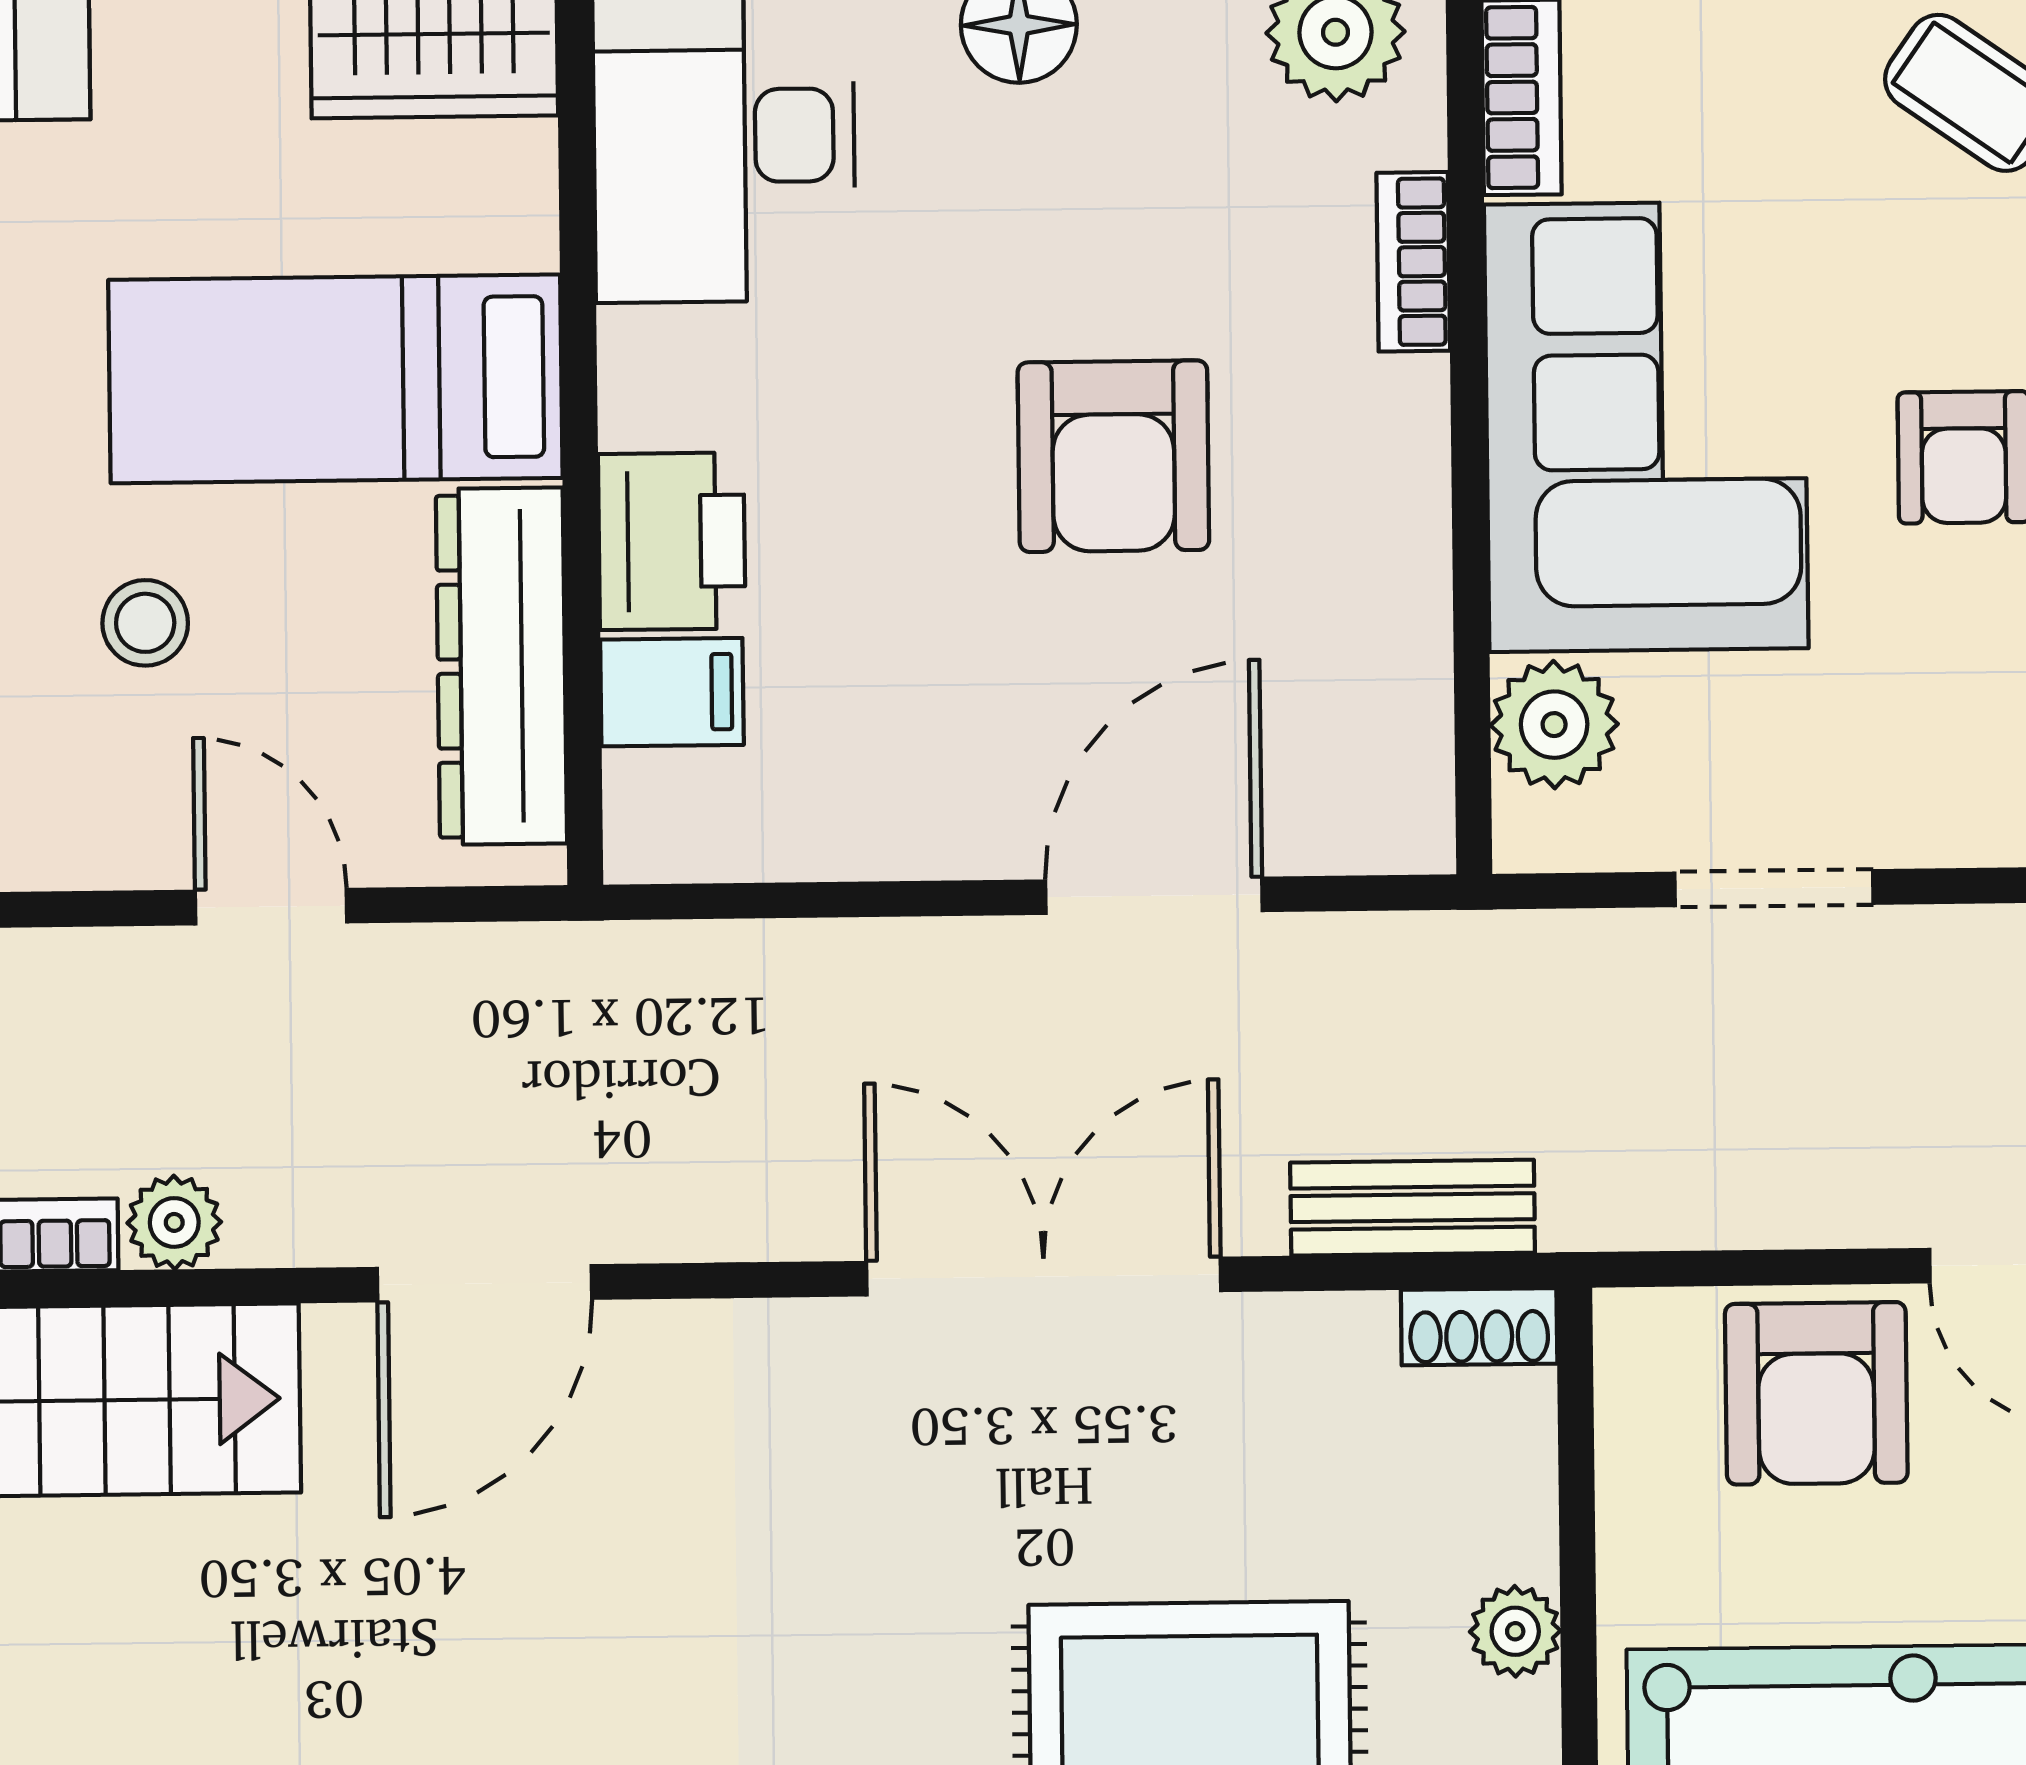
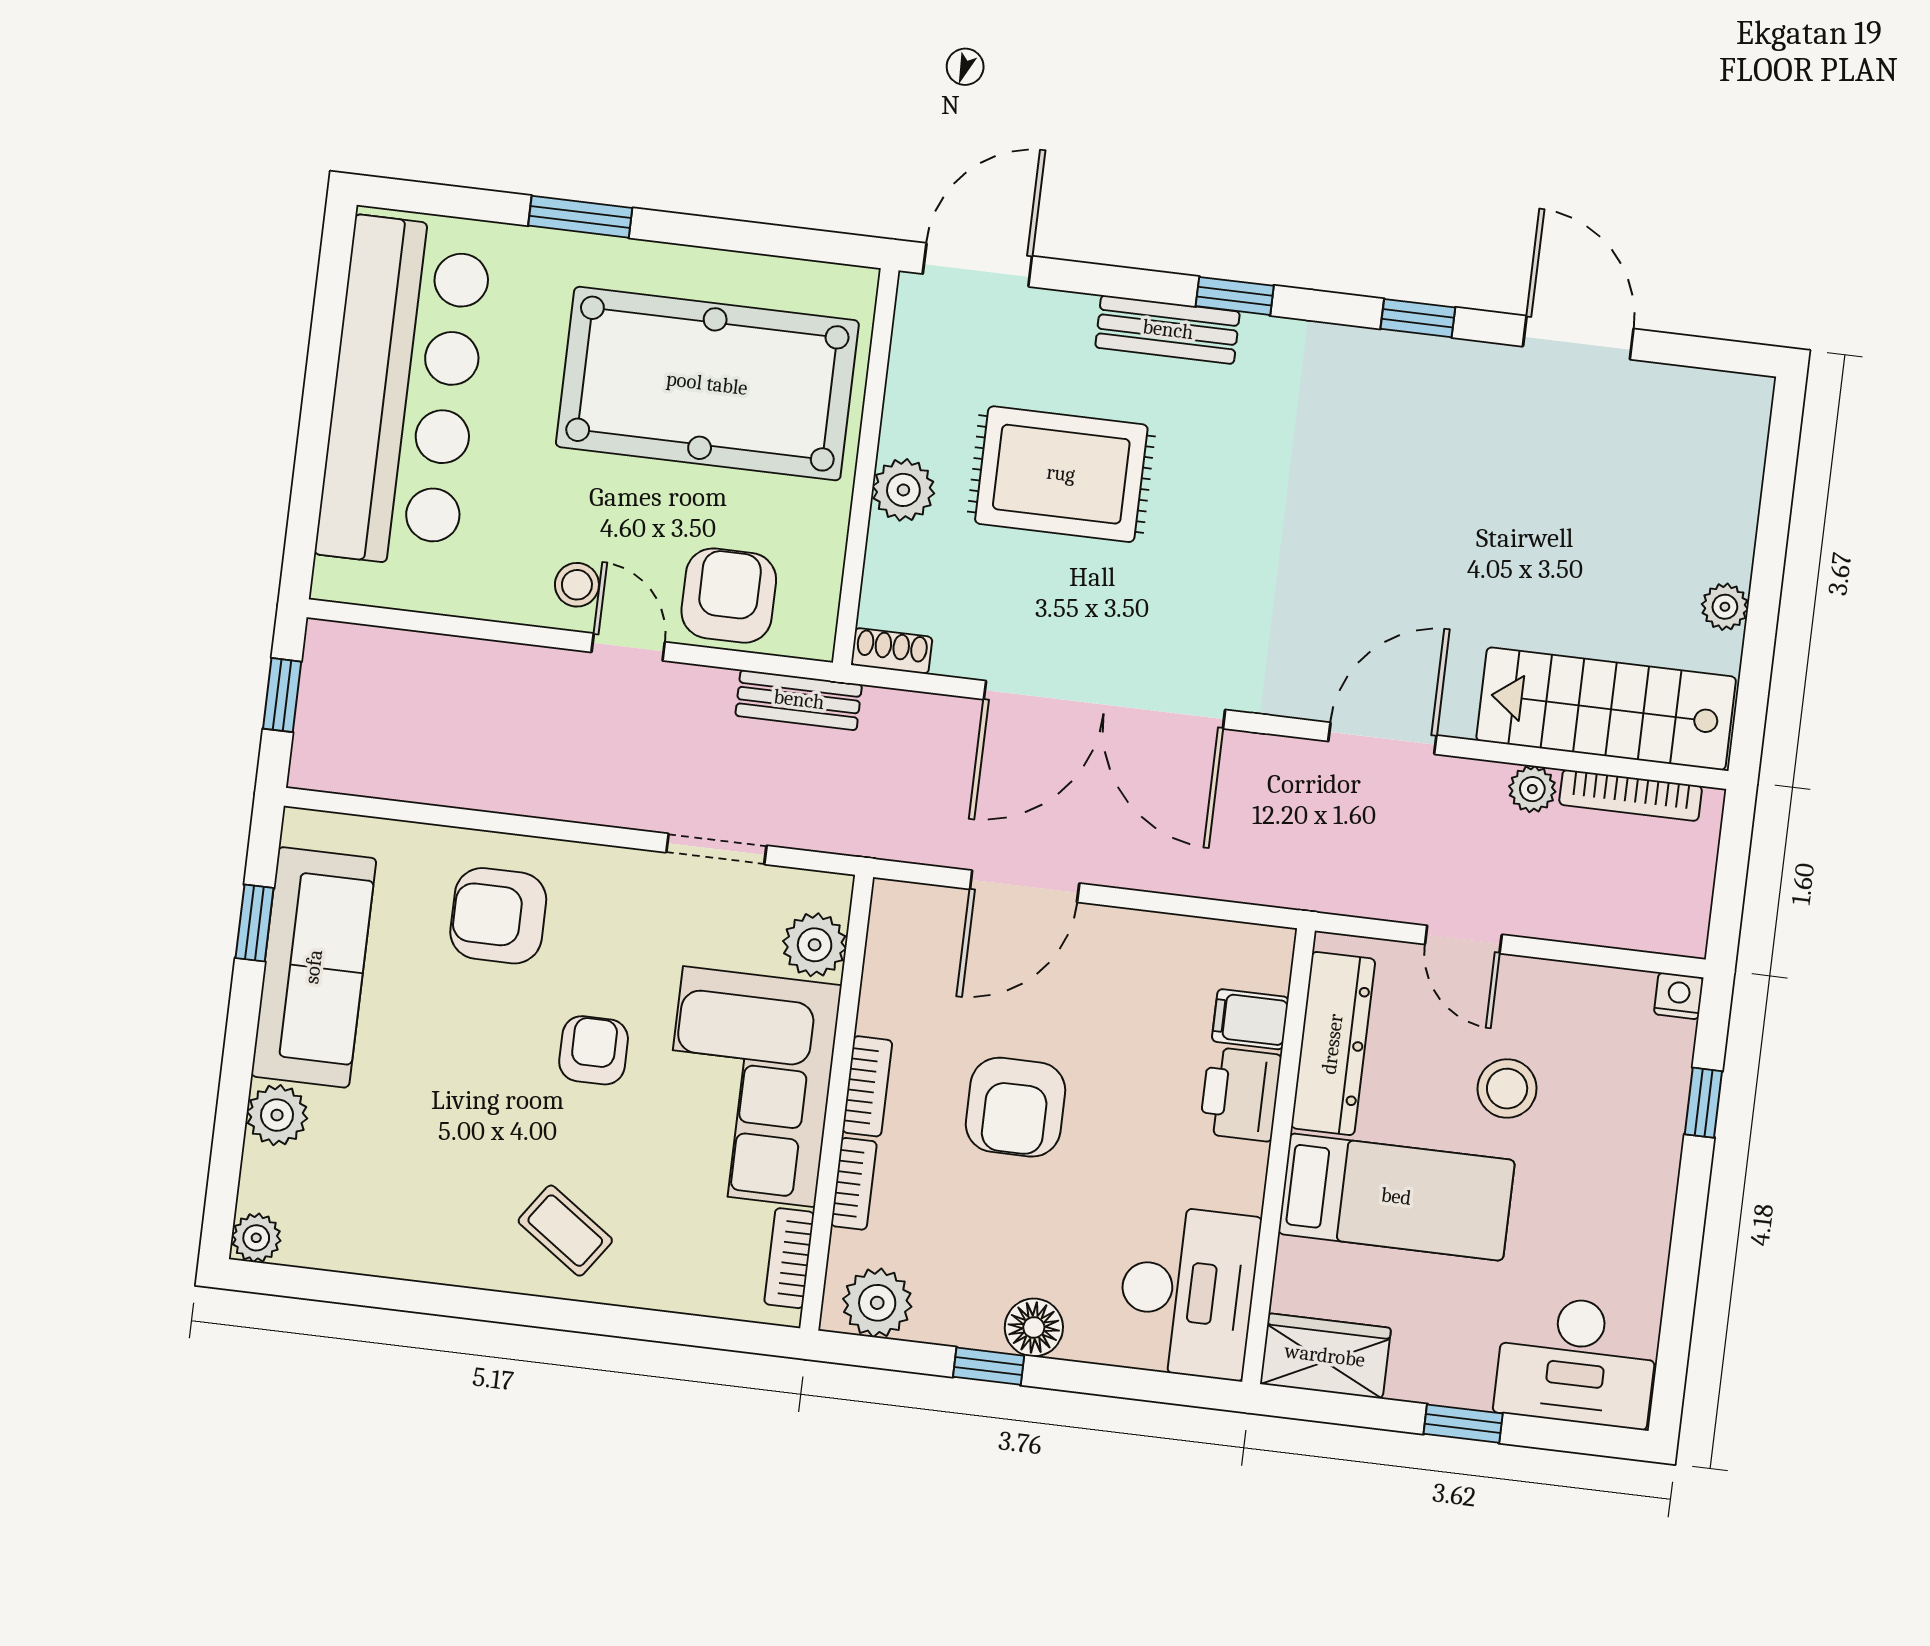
armchair: (1113, 456) -> (1015, 1107), turned 180
bookcase: (1412, 458) -> (867, 1086), added
stool: (145, 623) -> (1507, 1089), width x1.37, depth x1.37
bench: (1413, 1208) -> (799, 700), moved
double door: (1044, 1276) -> (1104, 705), width x1.36
plant: (1515, 1631) -> (903, 490), width x1.38, depth x1.38

